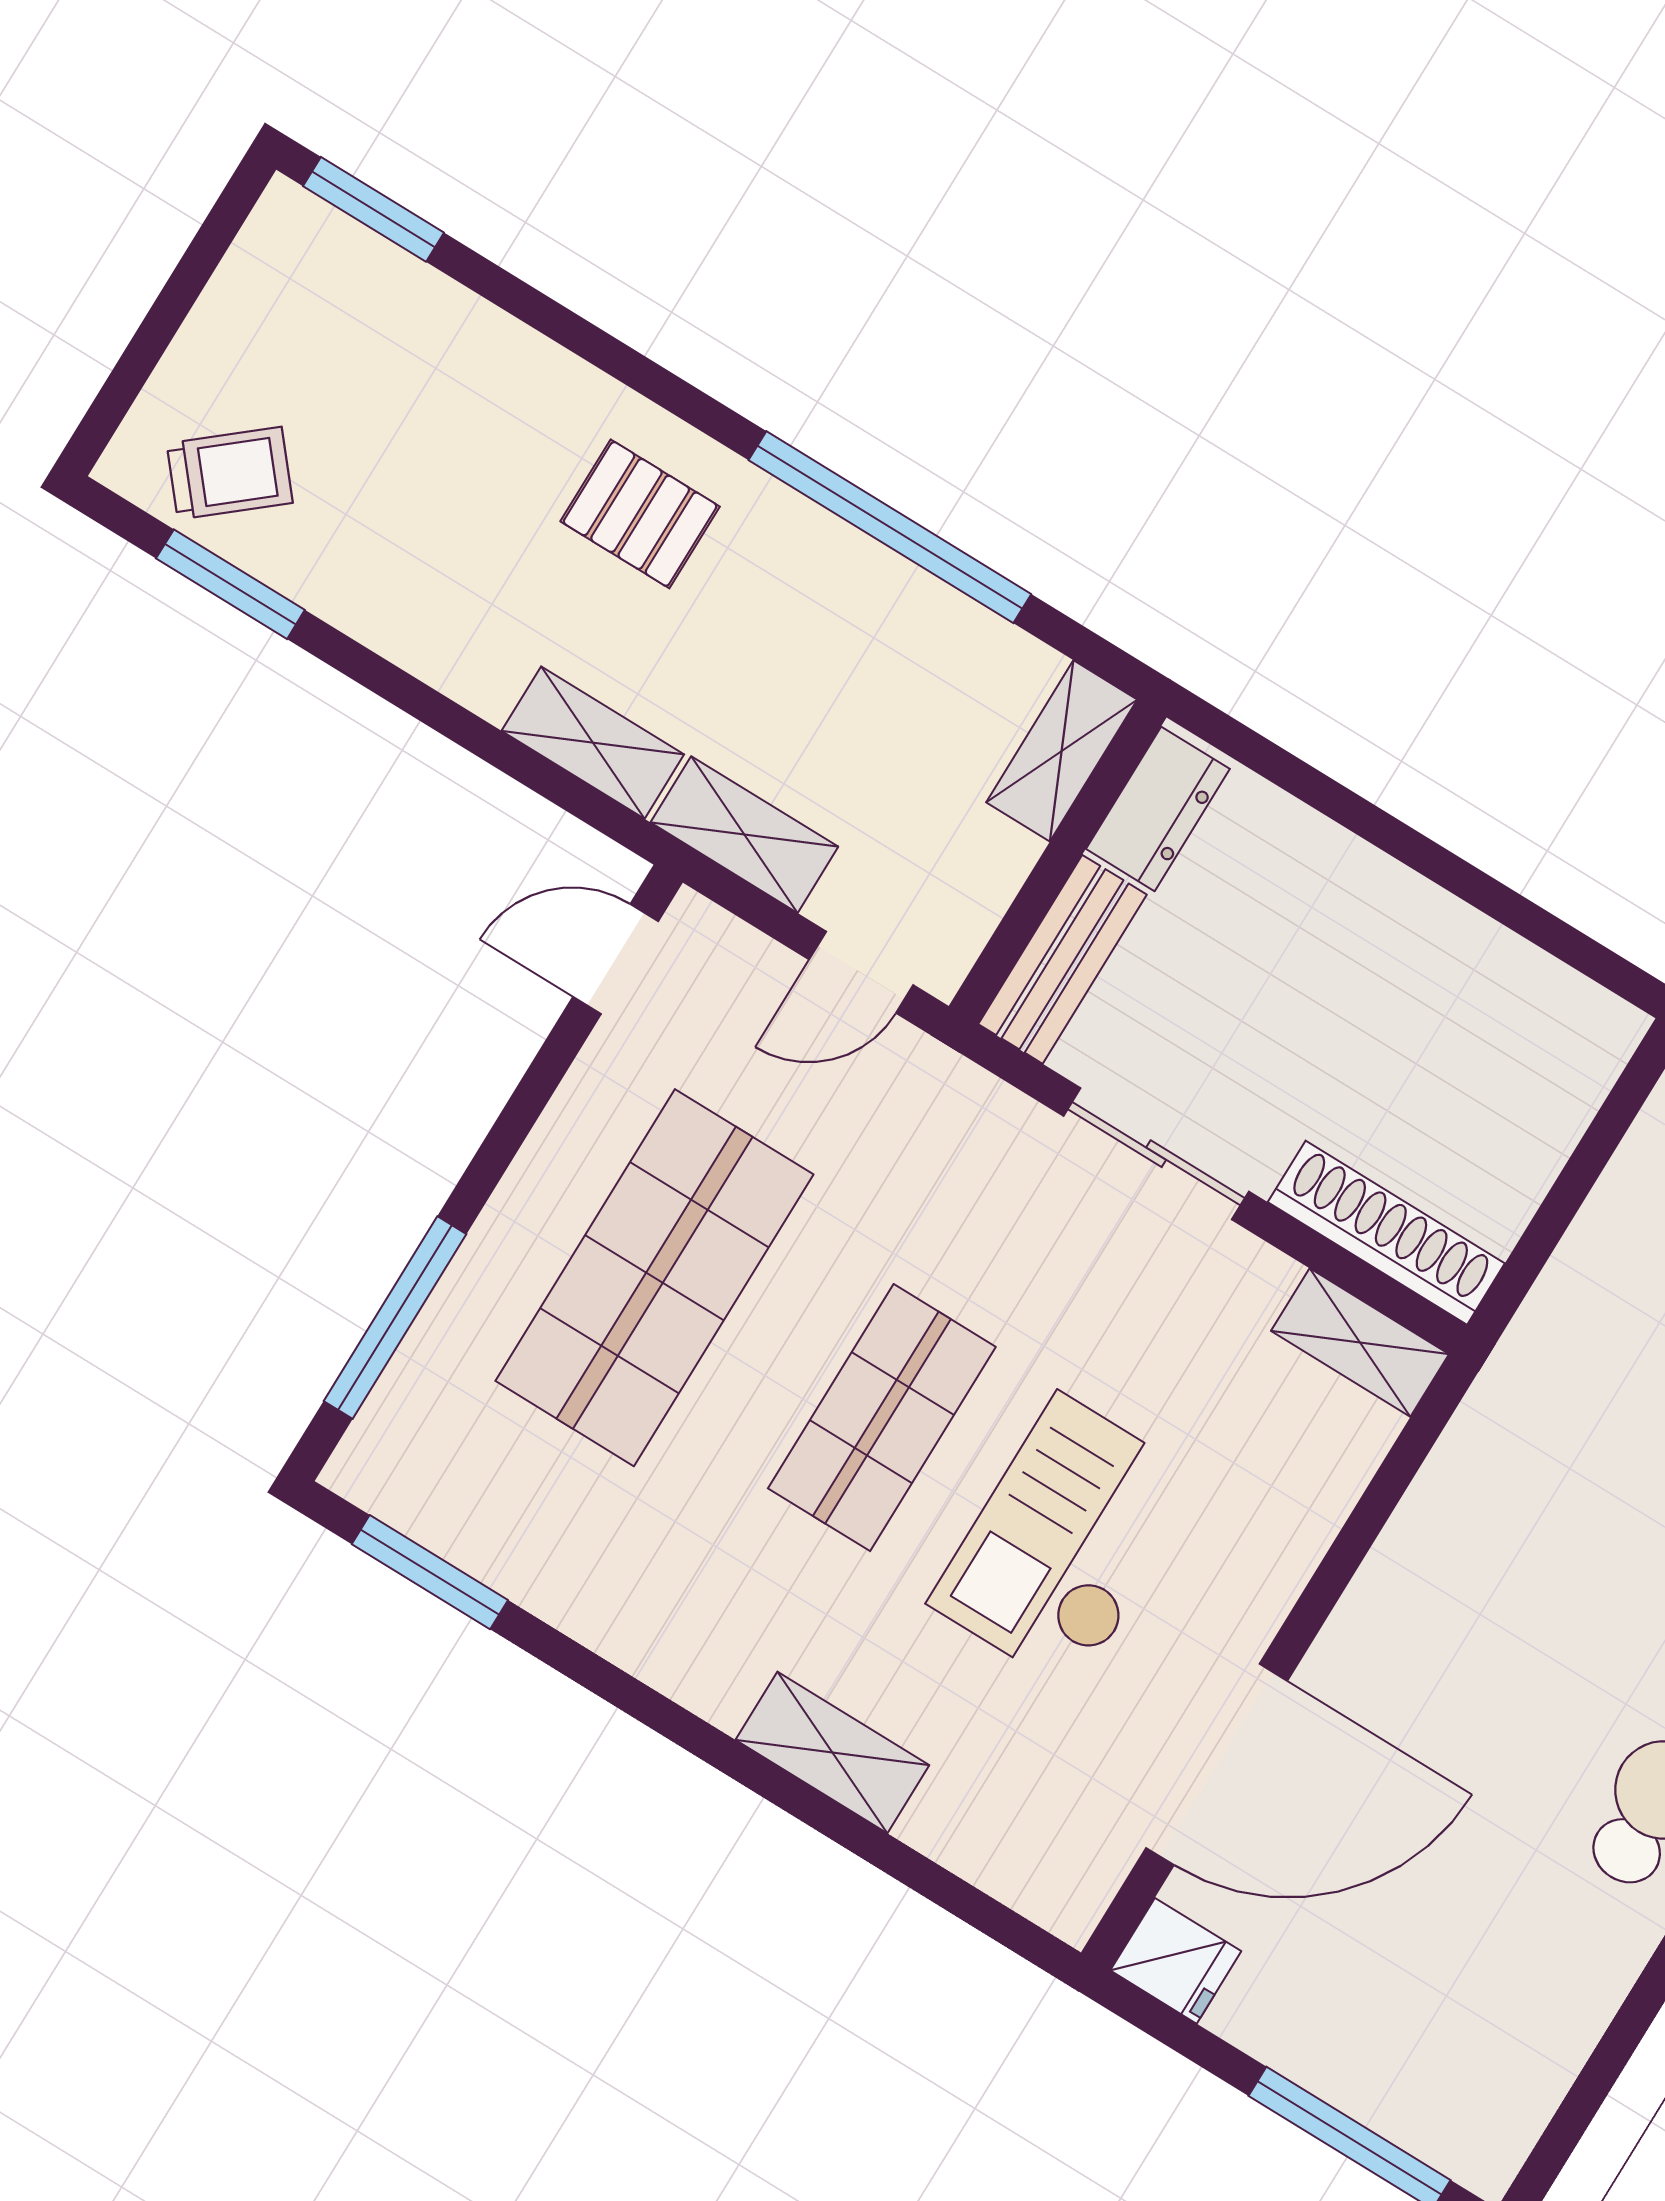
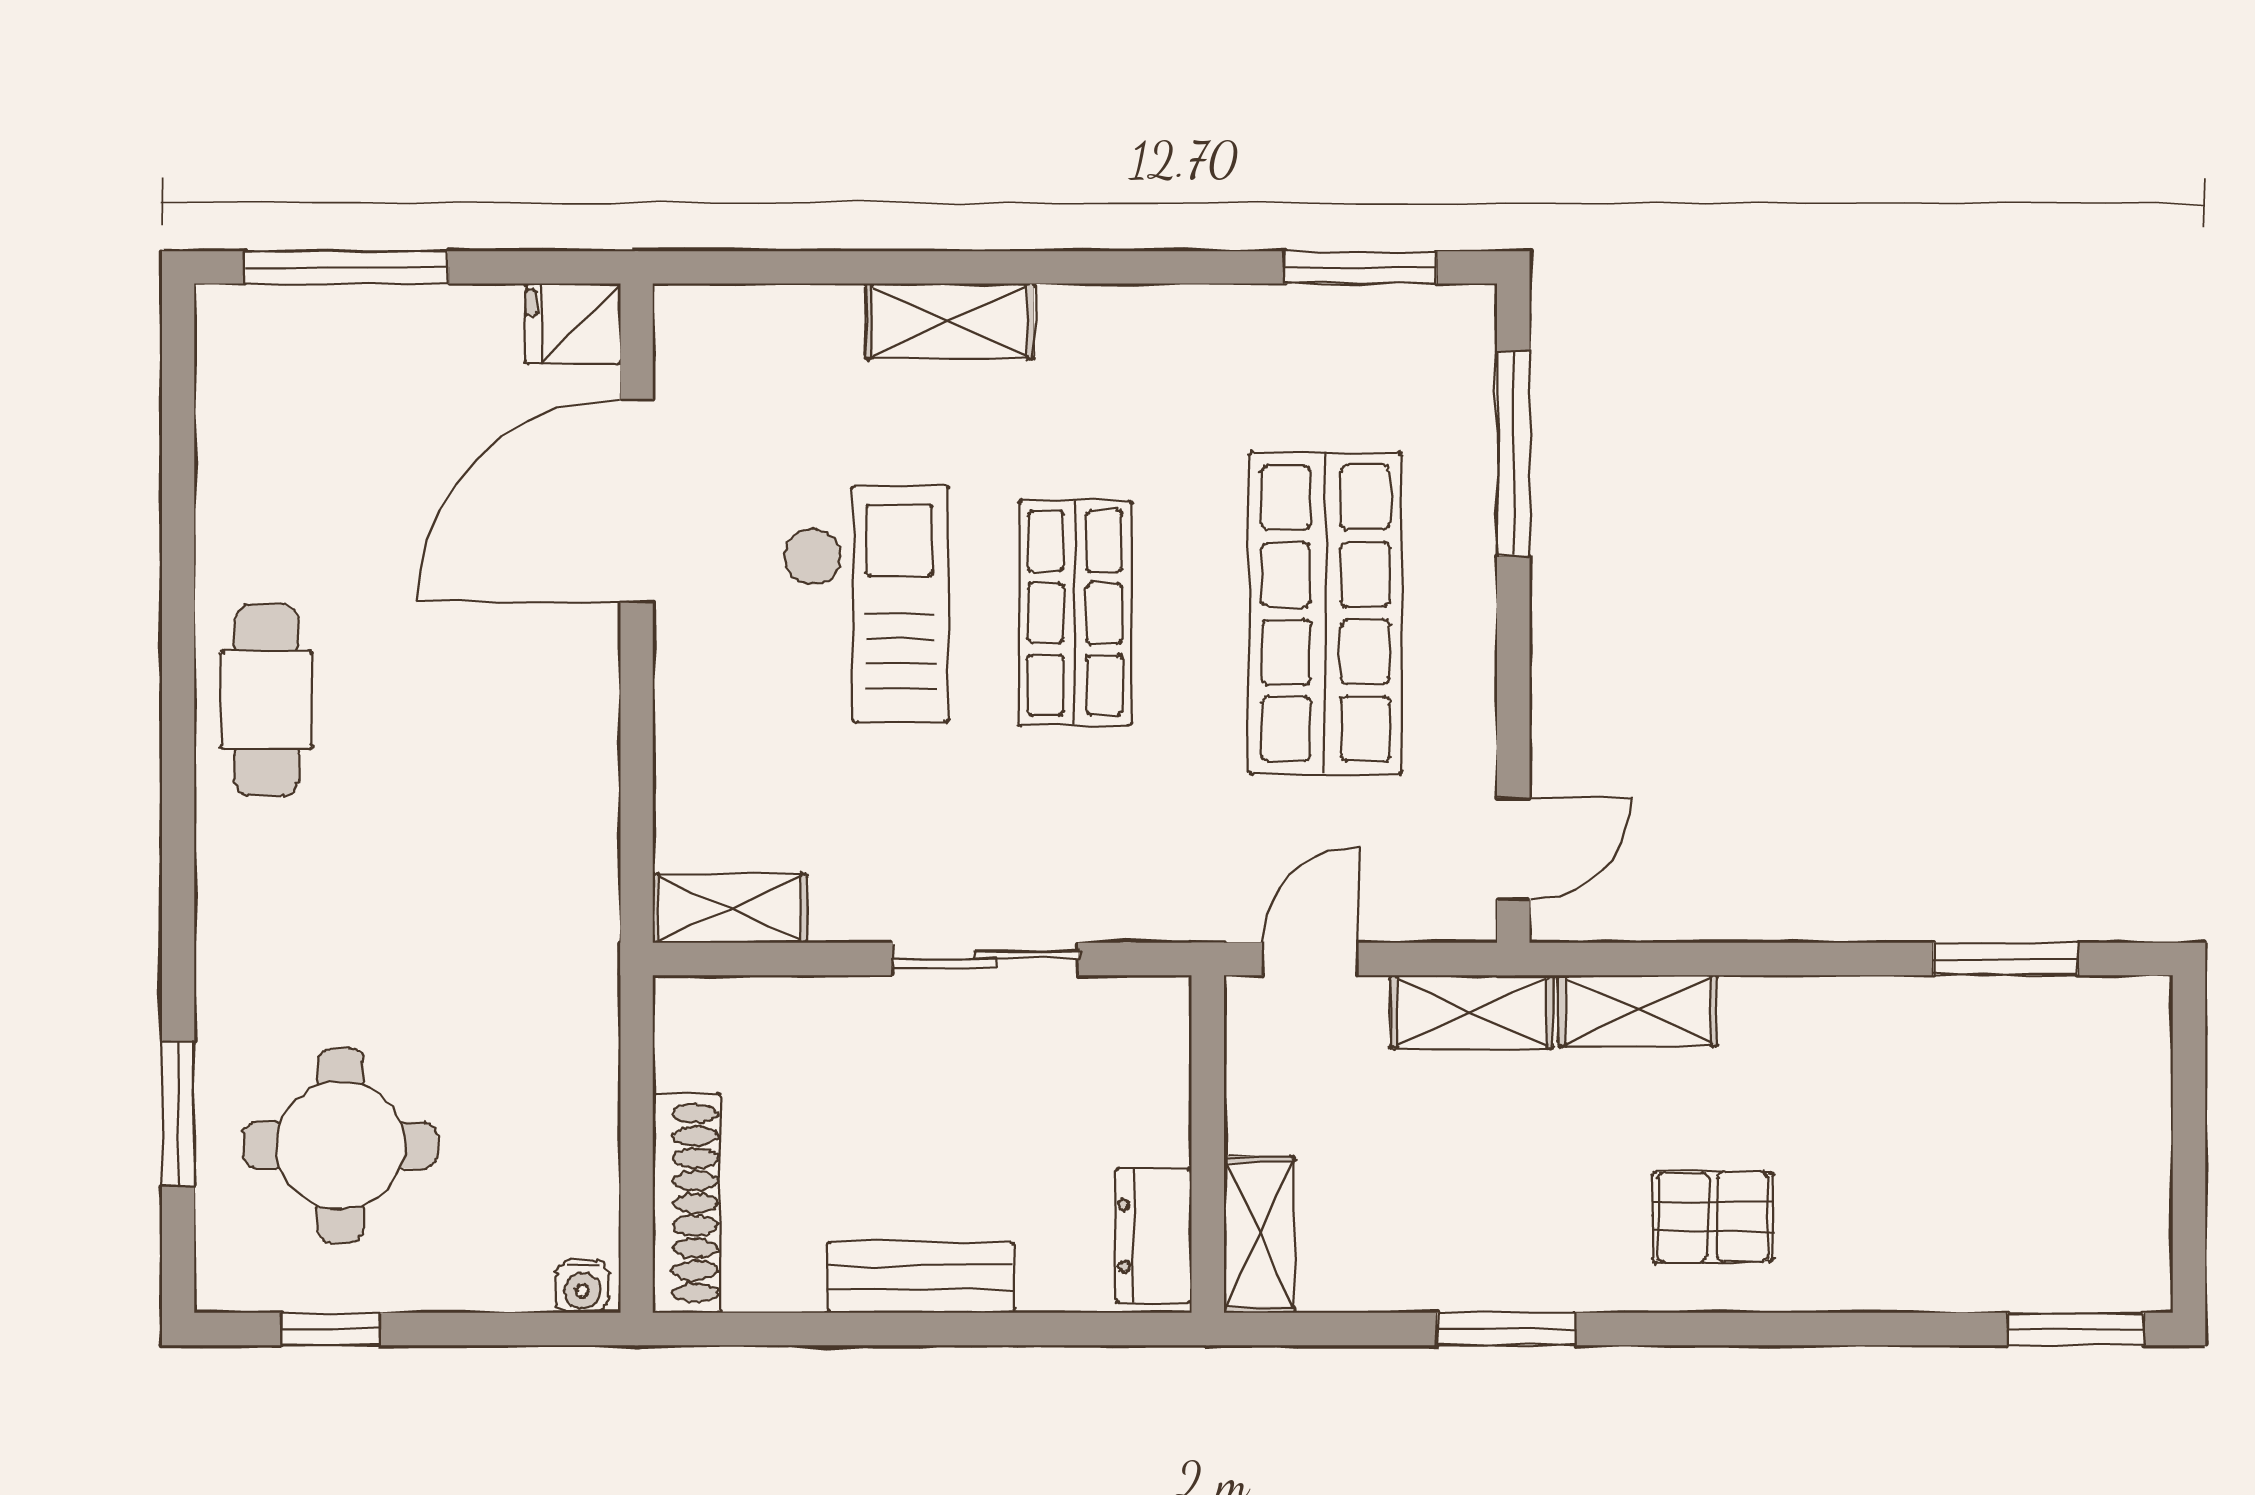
trolley: (230, 473) -> (2061, 1048), removed
window: (890, 527) -> (1506, 1329), width x0.47
bench: (1062, 959) -> (921, 1277), moved, turned 90
shoe rack: (1386, 1233) -> (687, 1203), moved, turned -90

